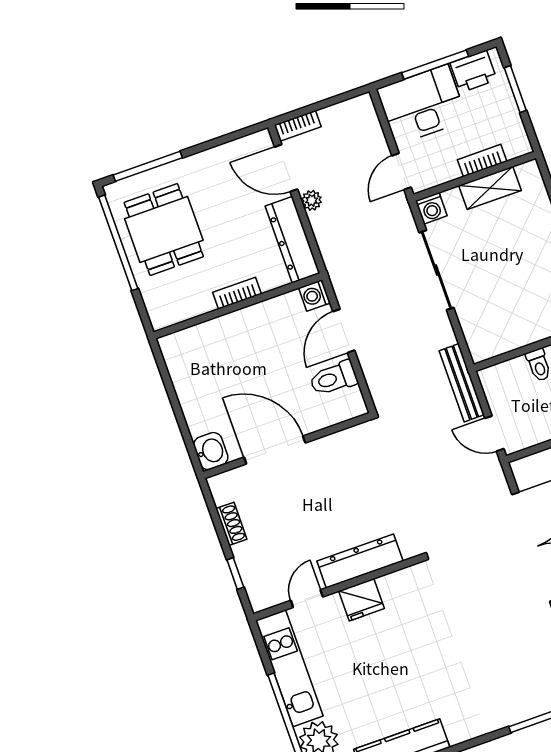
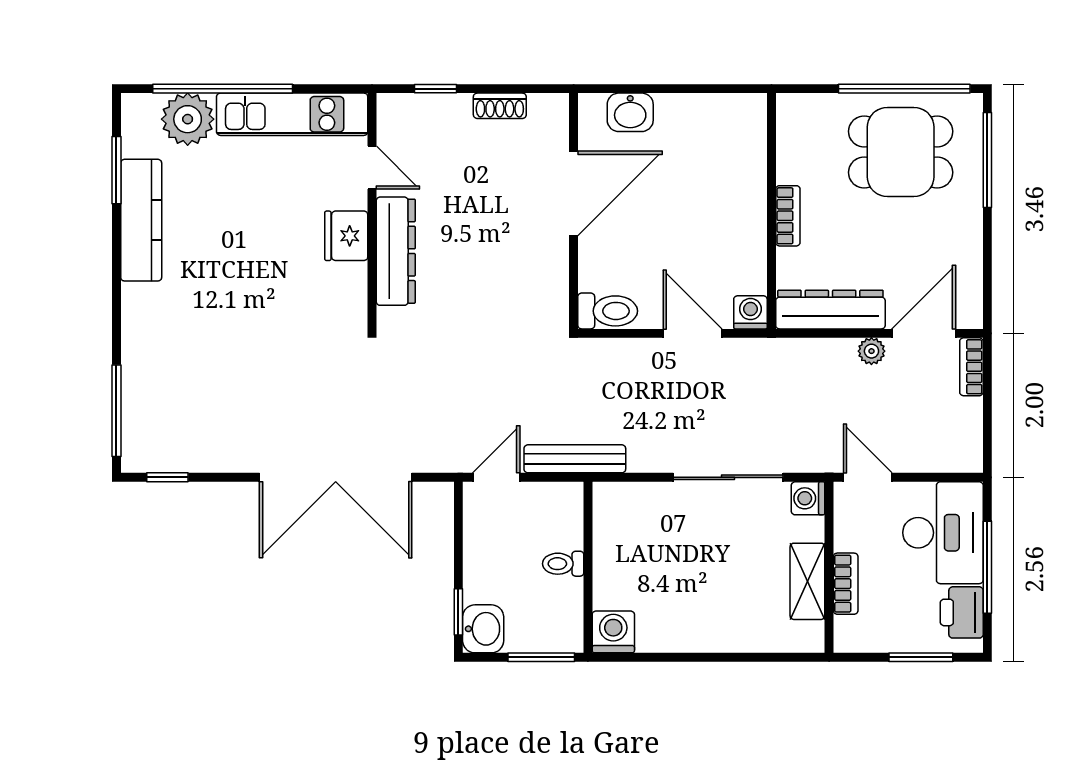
toilet: (333, 378) -> (608, 311), moved, turned 90
washbasin: (211, 451) -> (630, 112), moved

